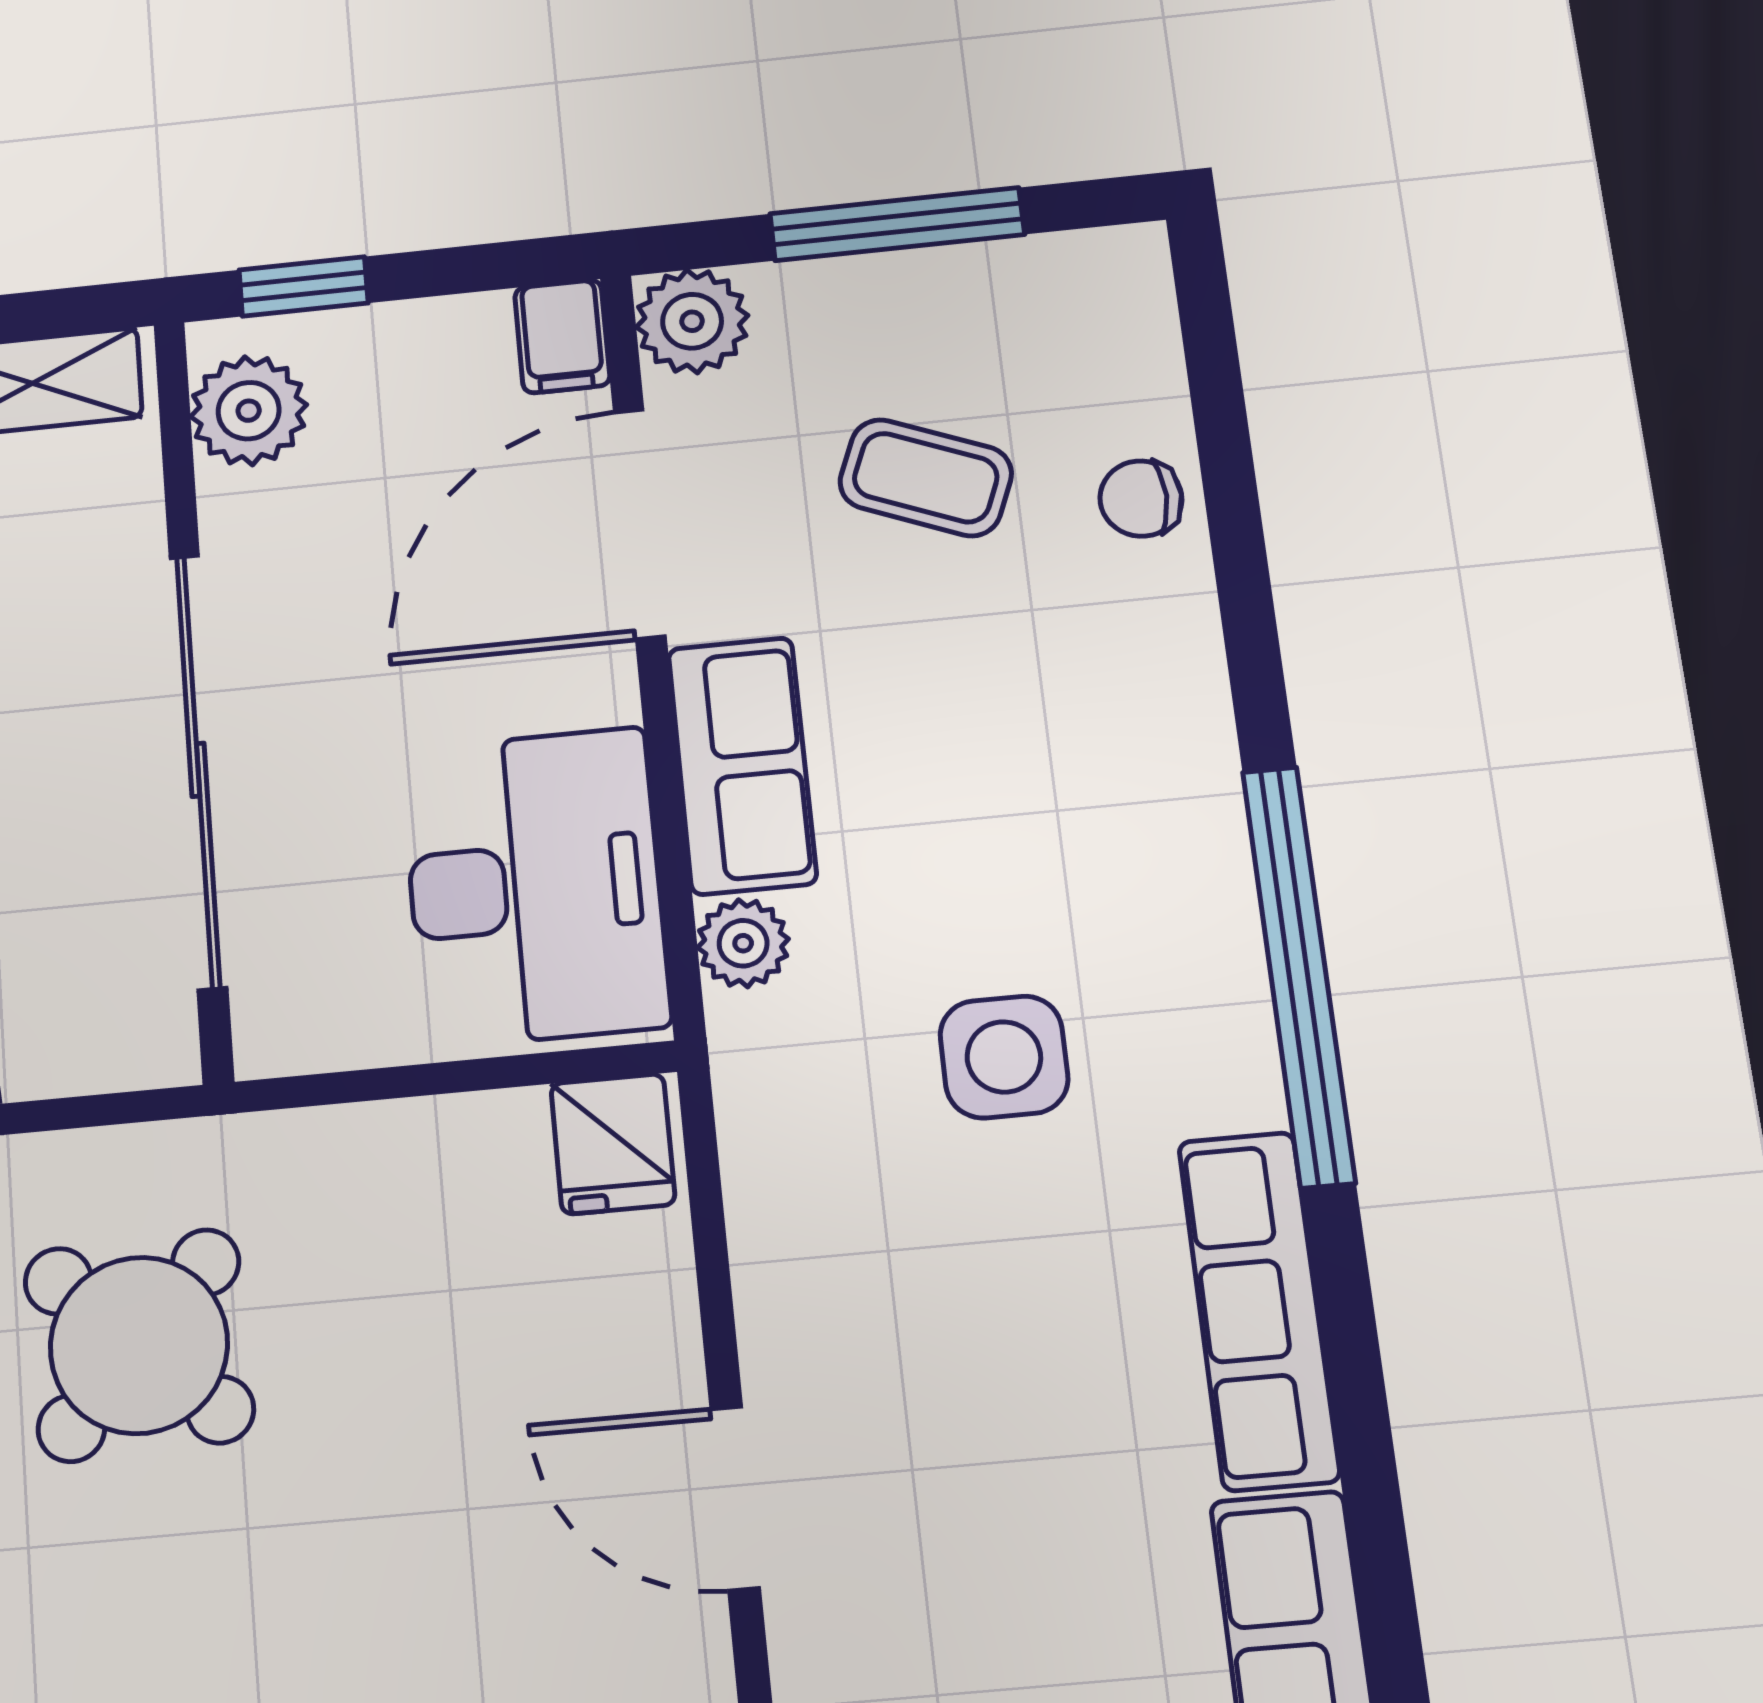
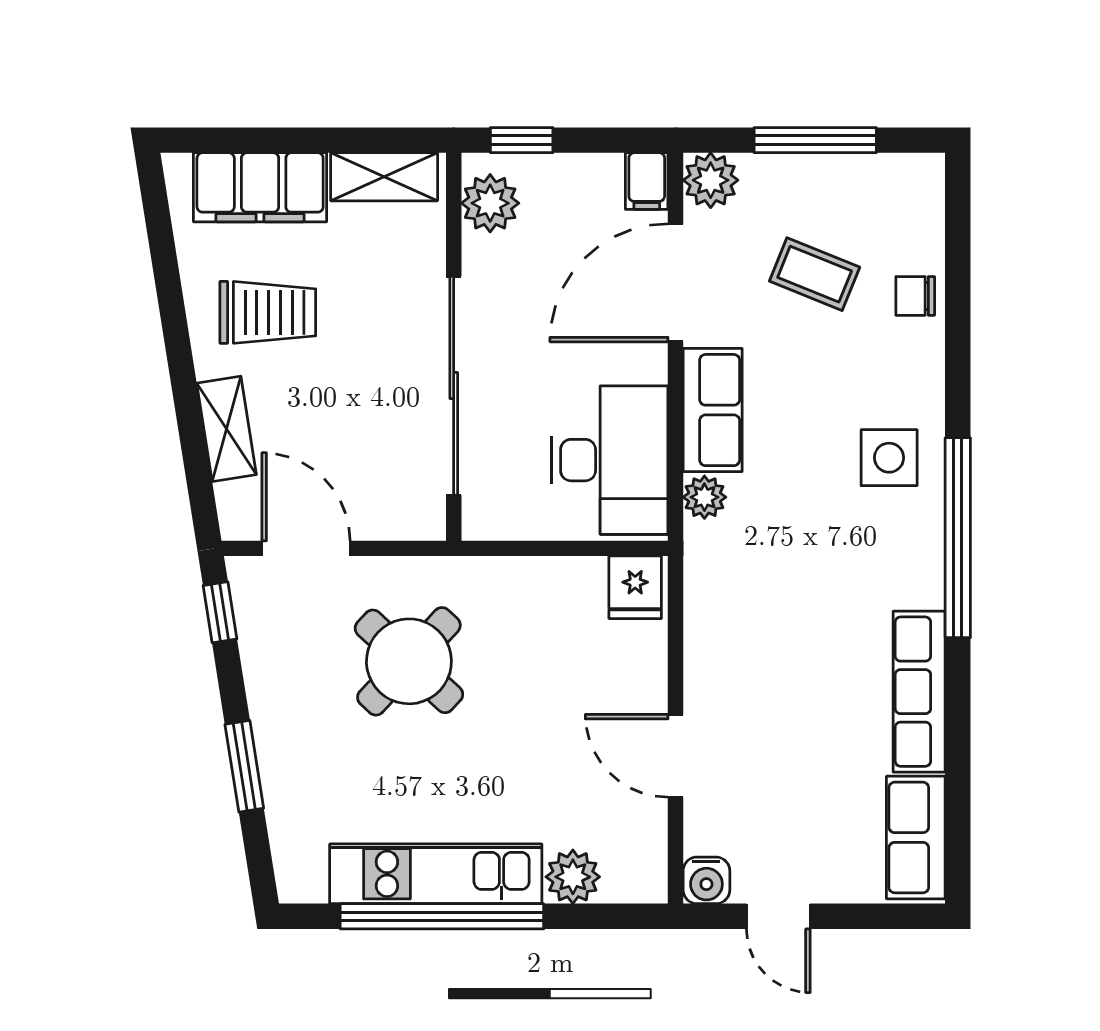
side table: (1004, 1057) -> (889, 458), moved

